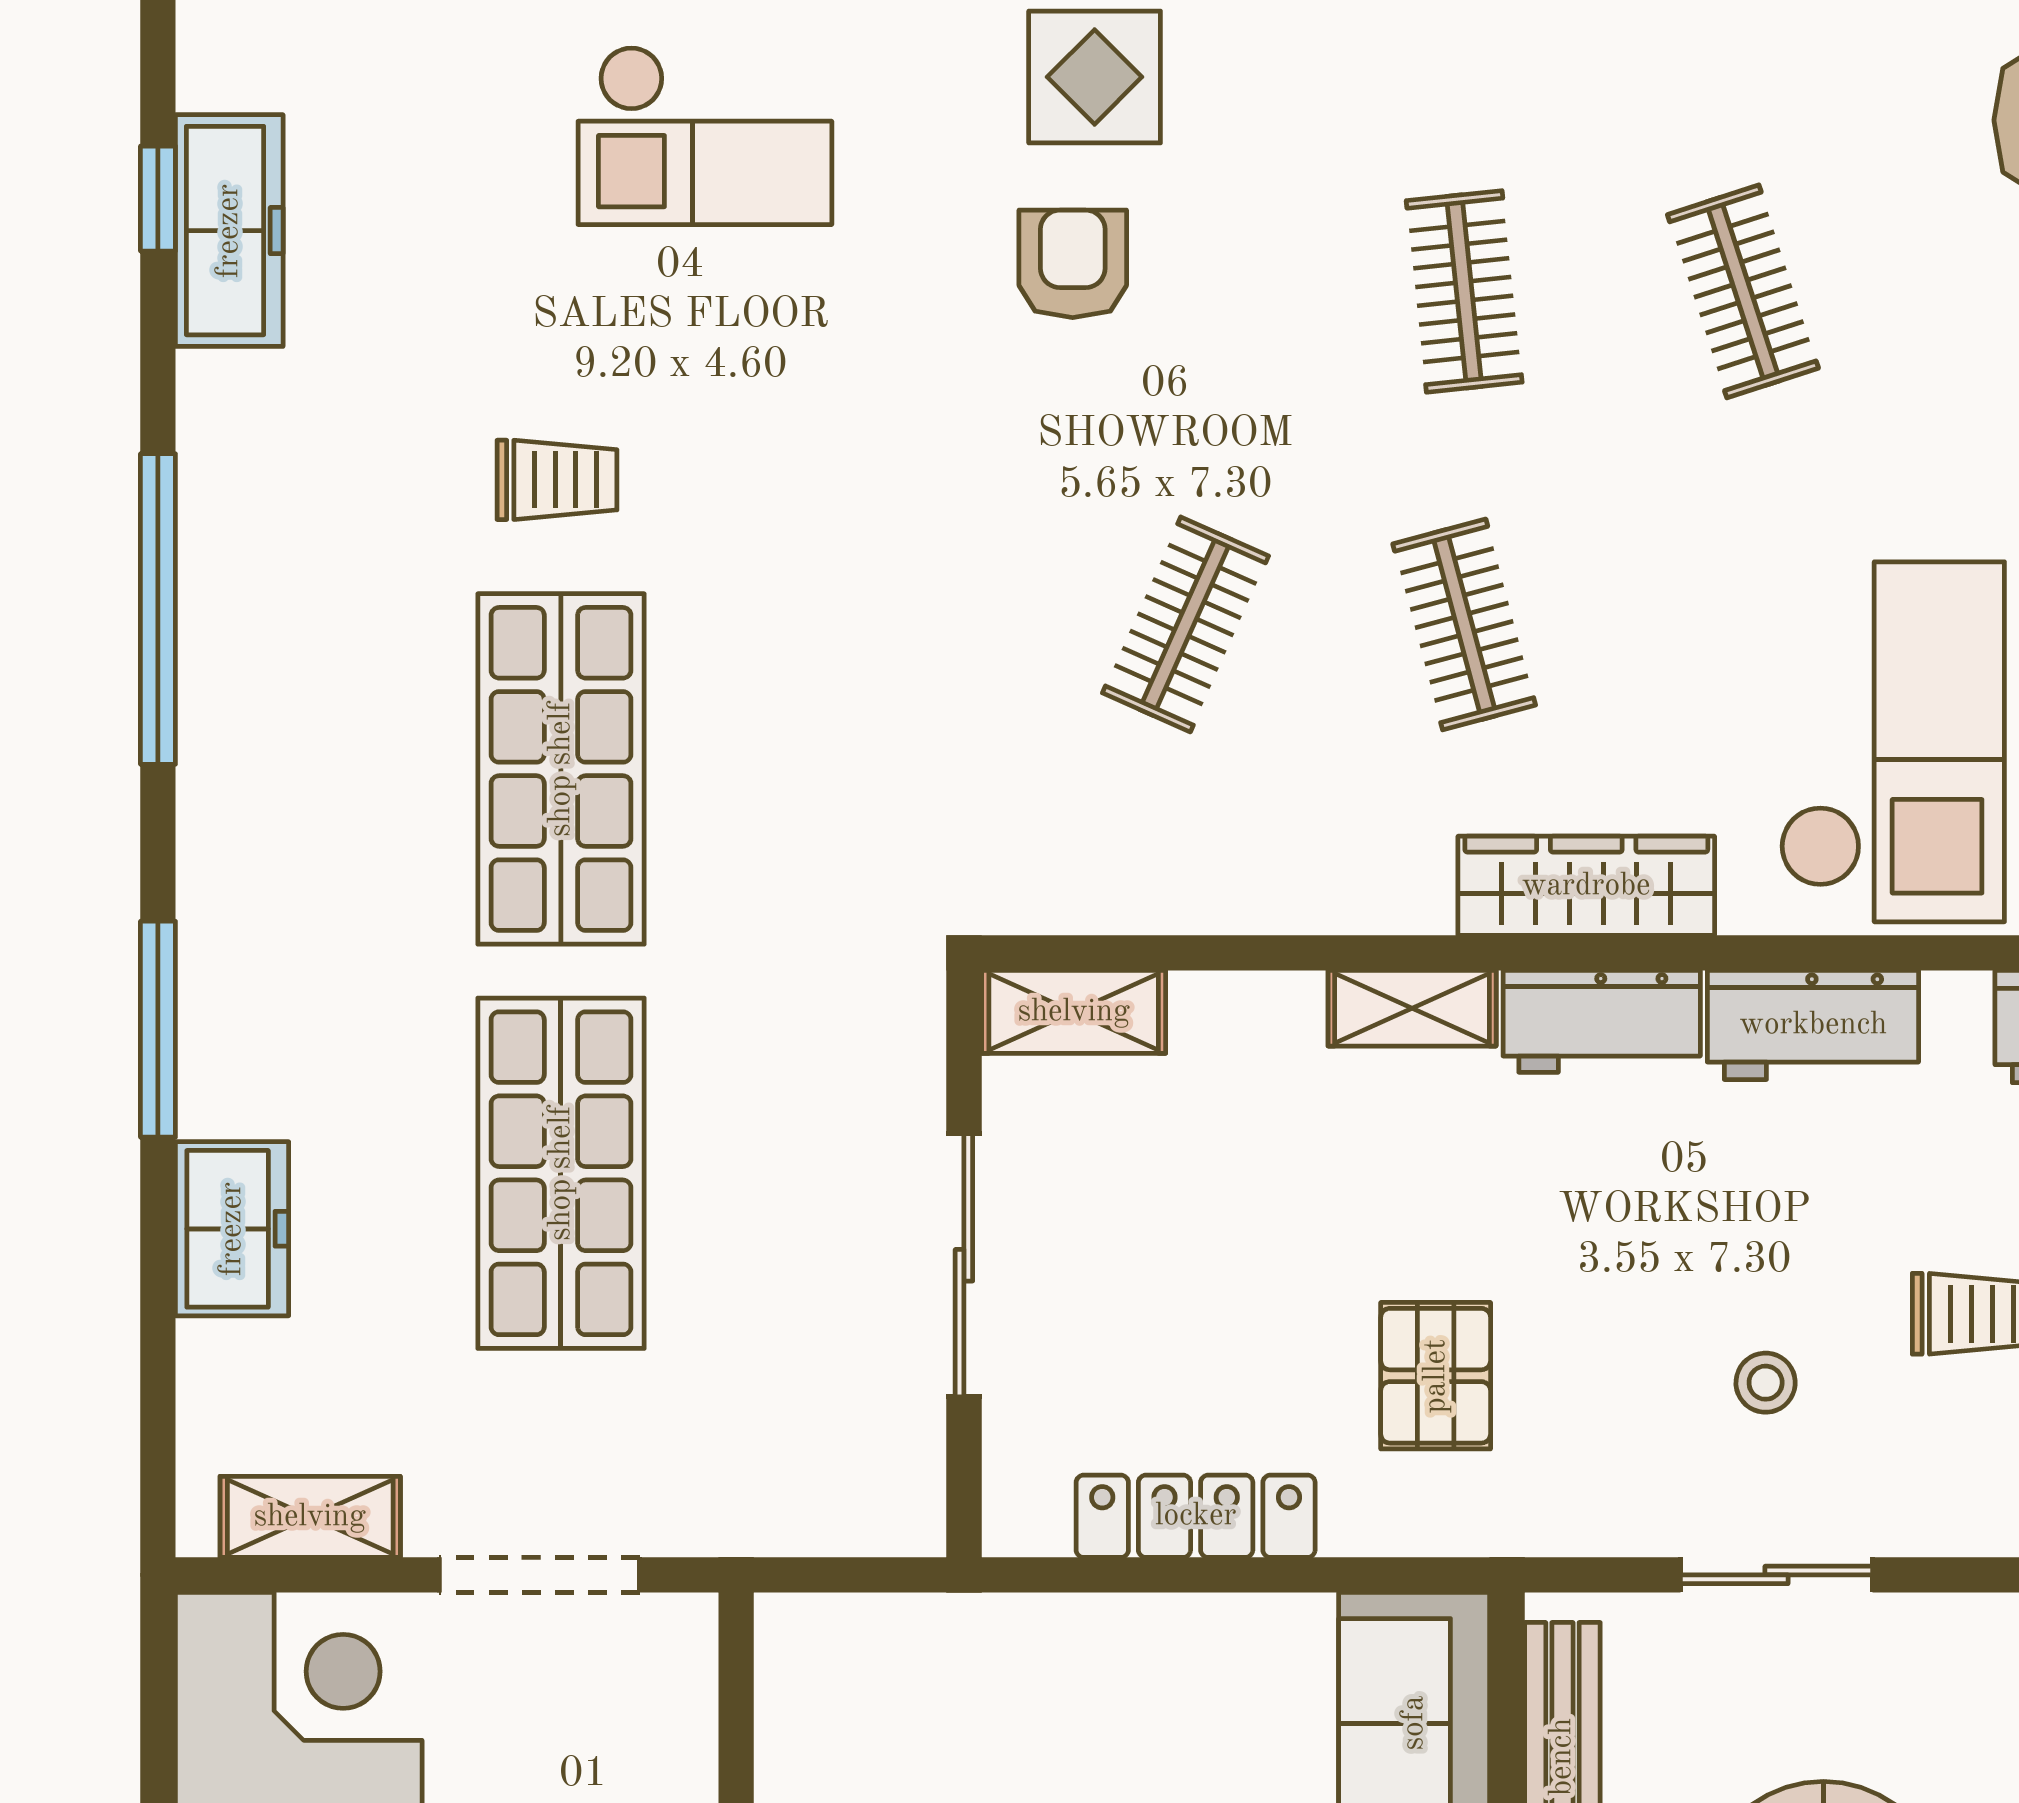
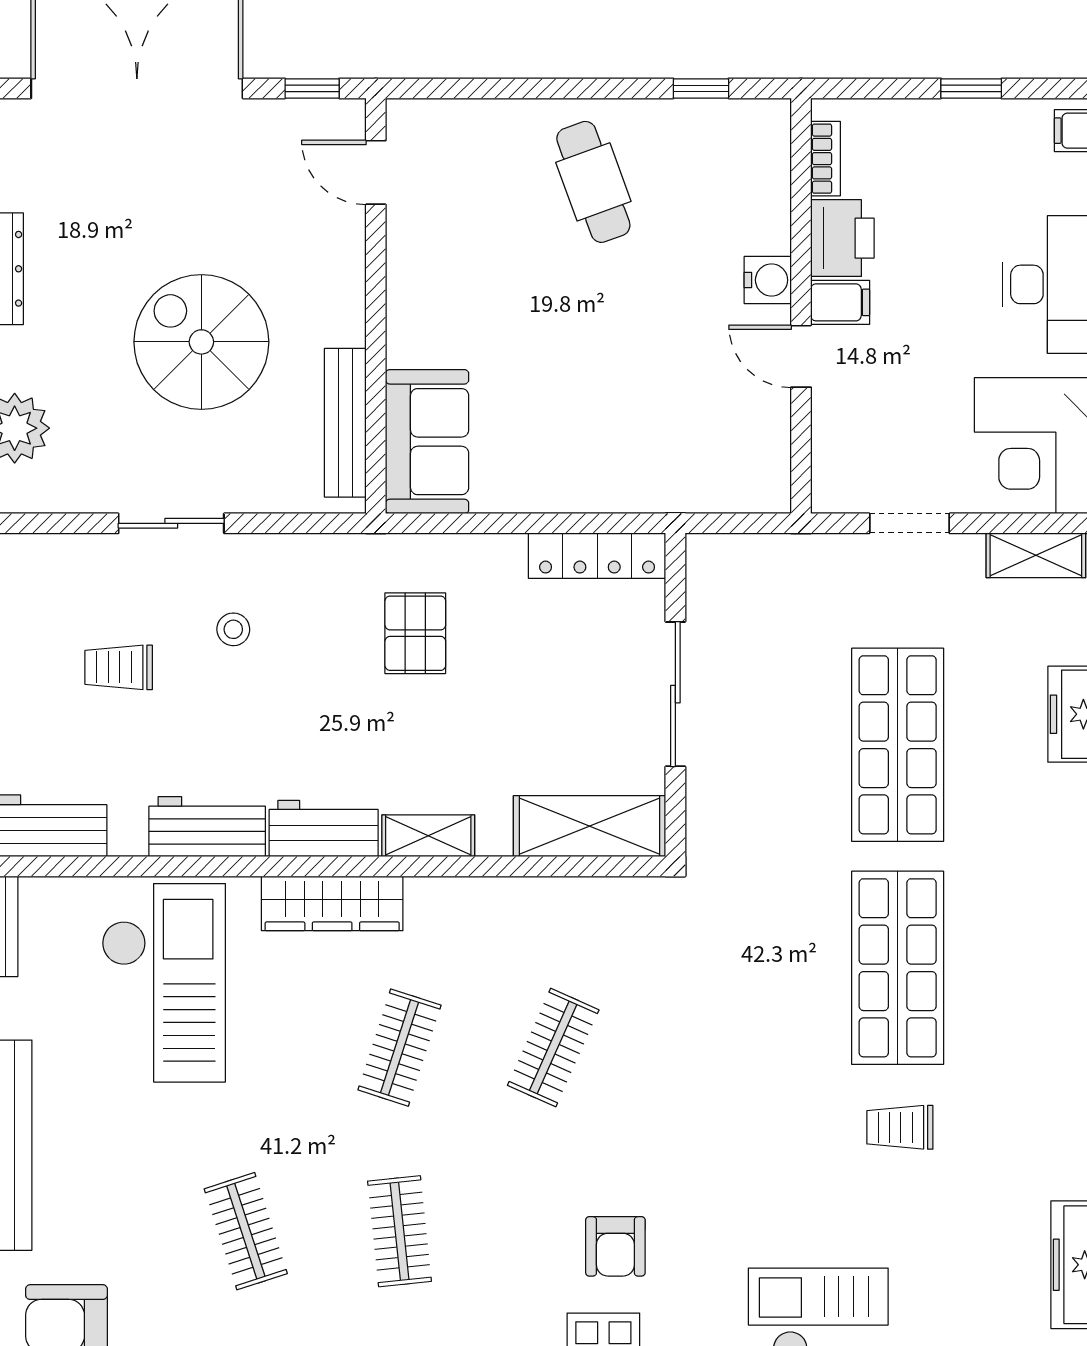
clothes rail: (1464, 624) -> (400, 1048), turned 33
checkout: (1892, 742) -> (163, 983), turned 180
shelving: (1074, 1012) -> (590, 826), width x1.50, depth x1.33
locker: (1196, 1516) -> (597, 556), moved
doorway: (540, 1575) -> (909, 523), width x0.73
sliding door: (1776, 1575) -> (171, 523), moved

